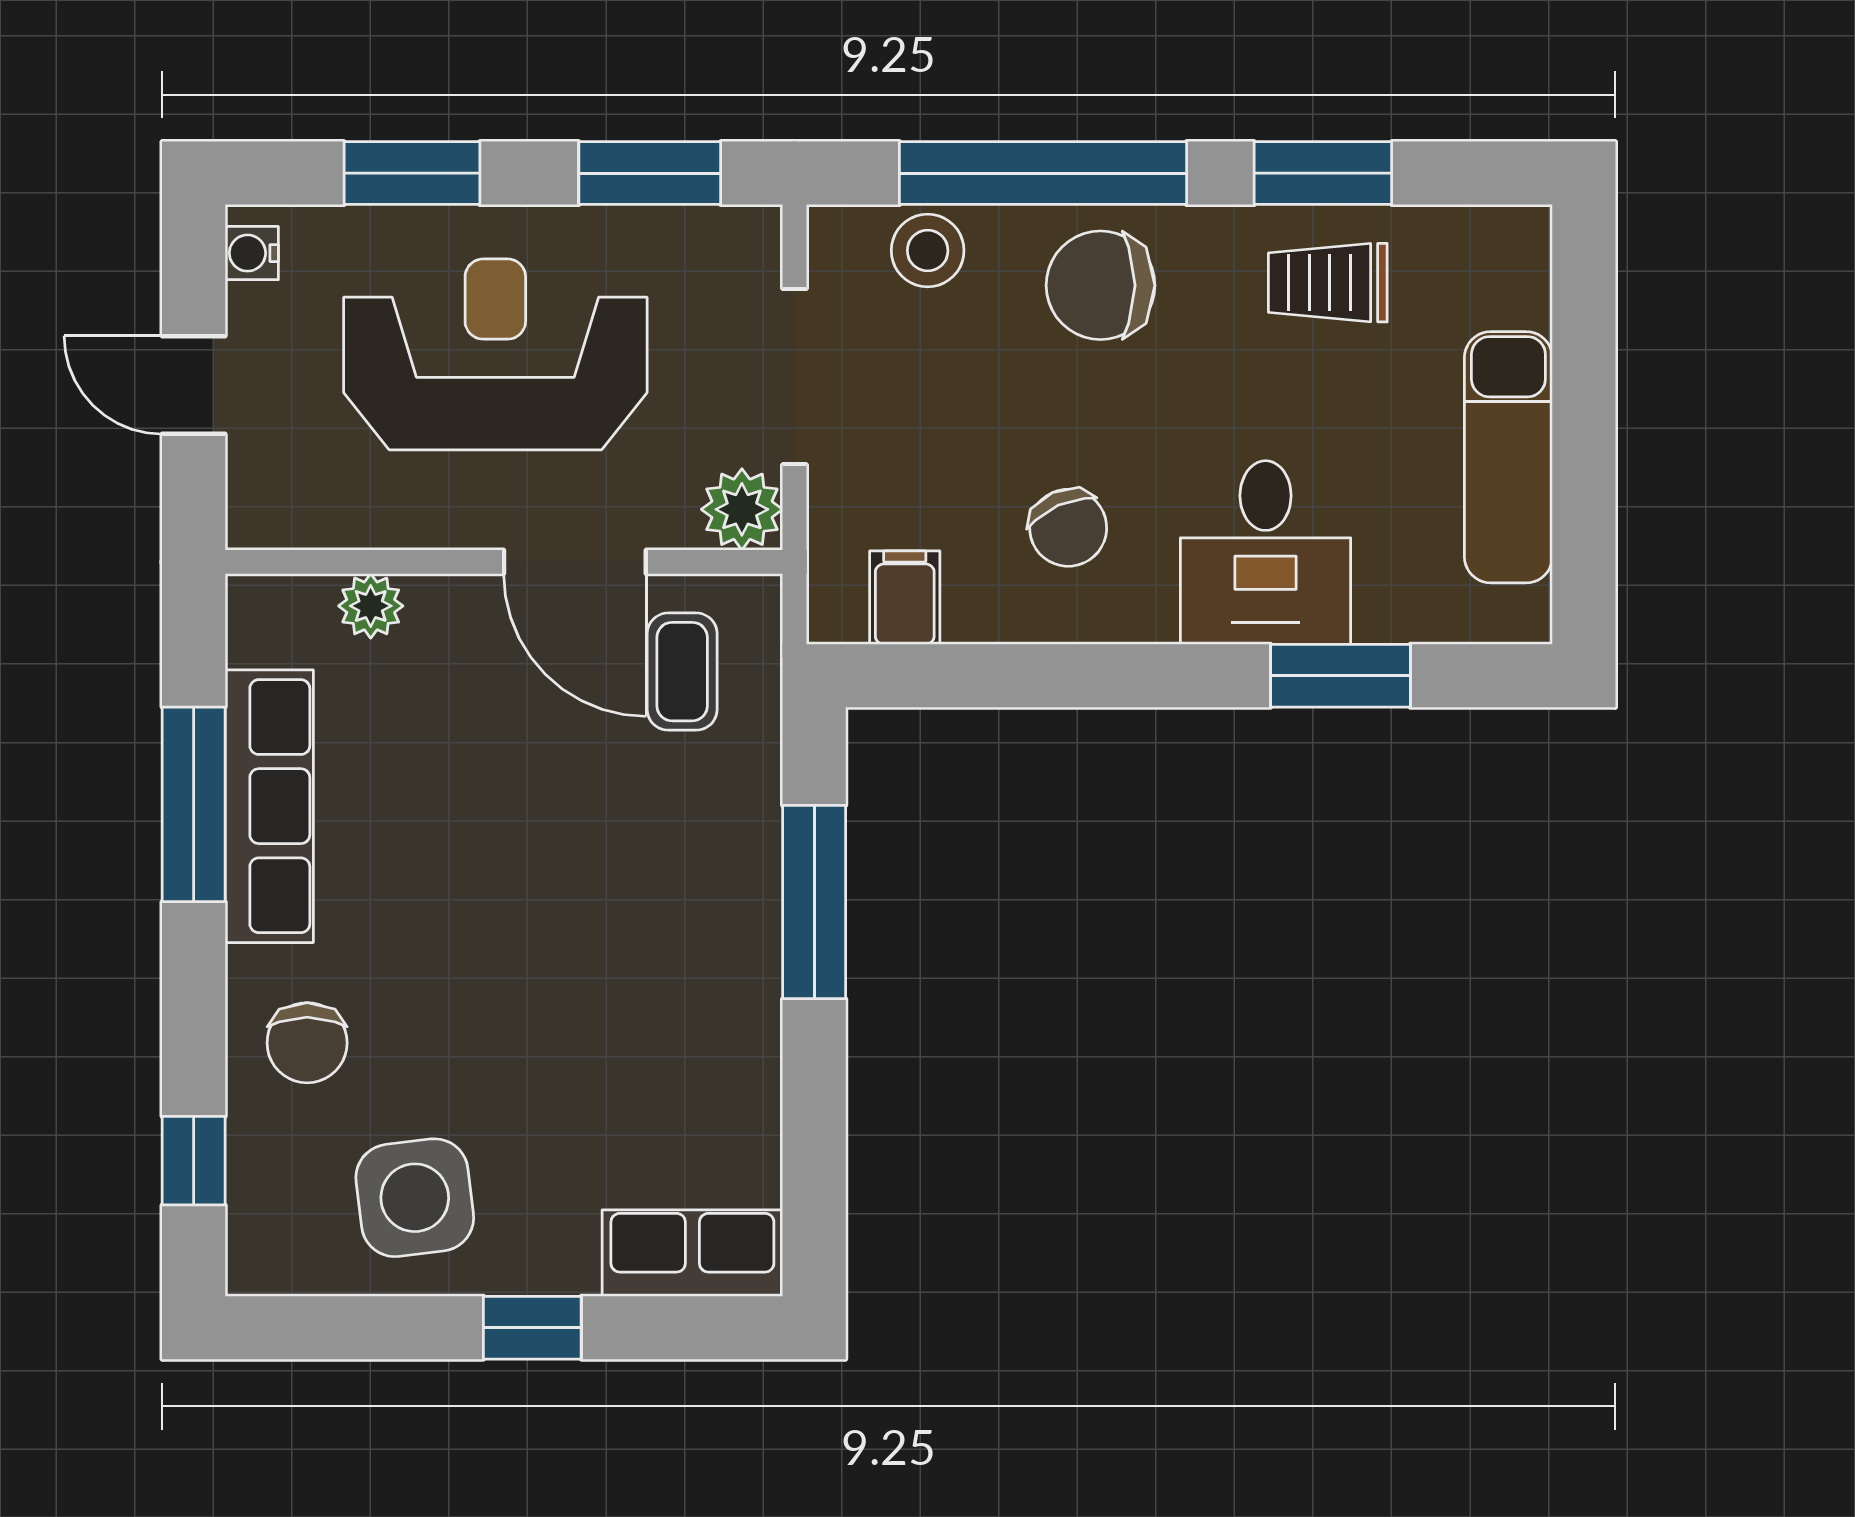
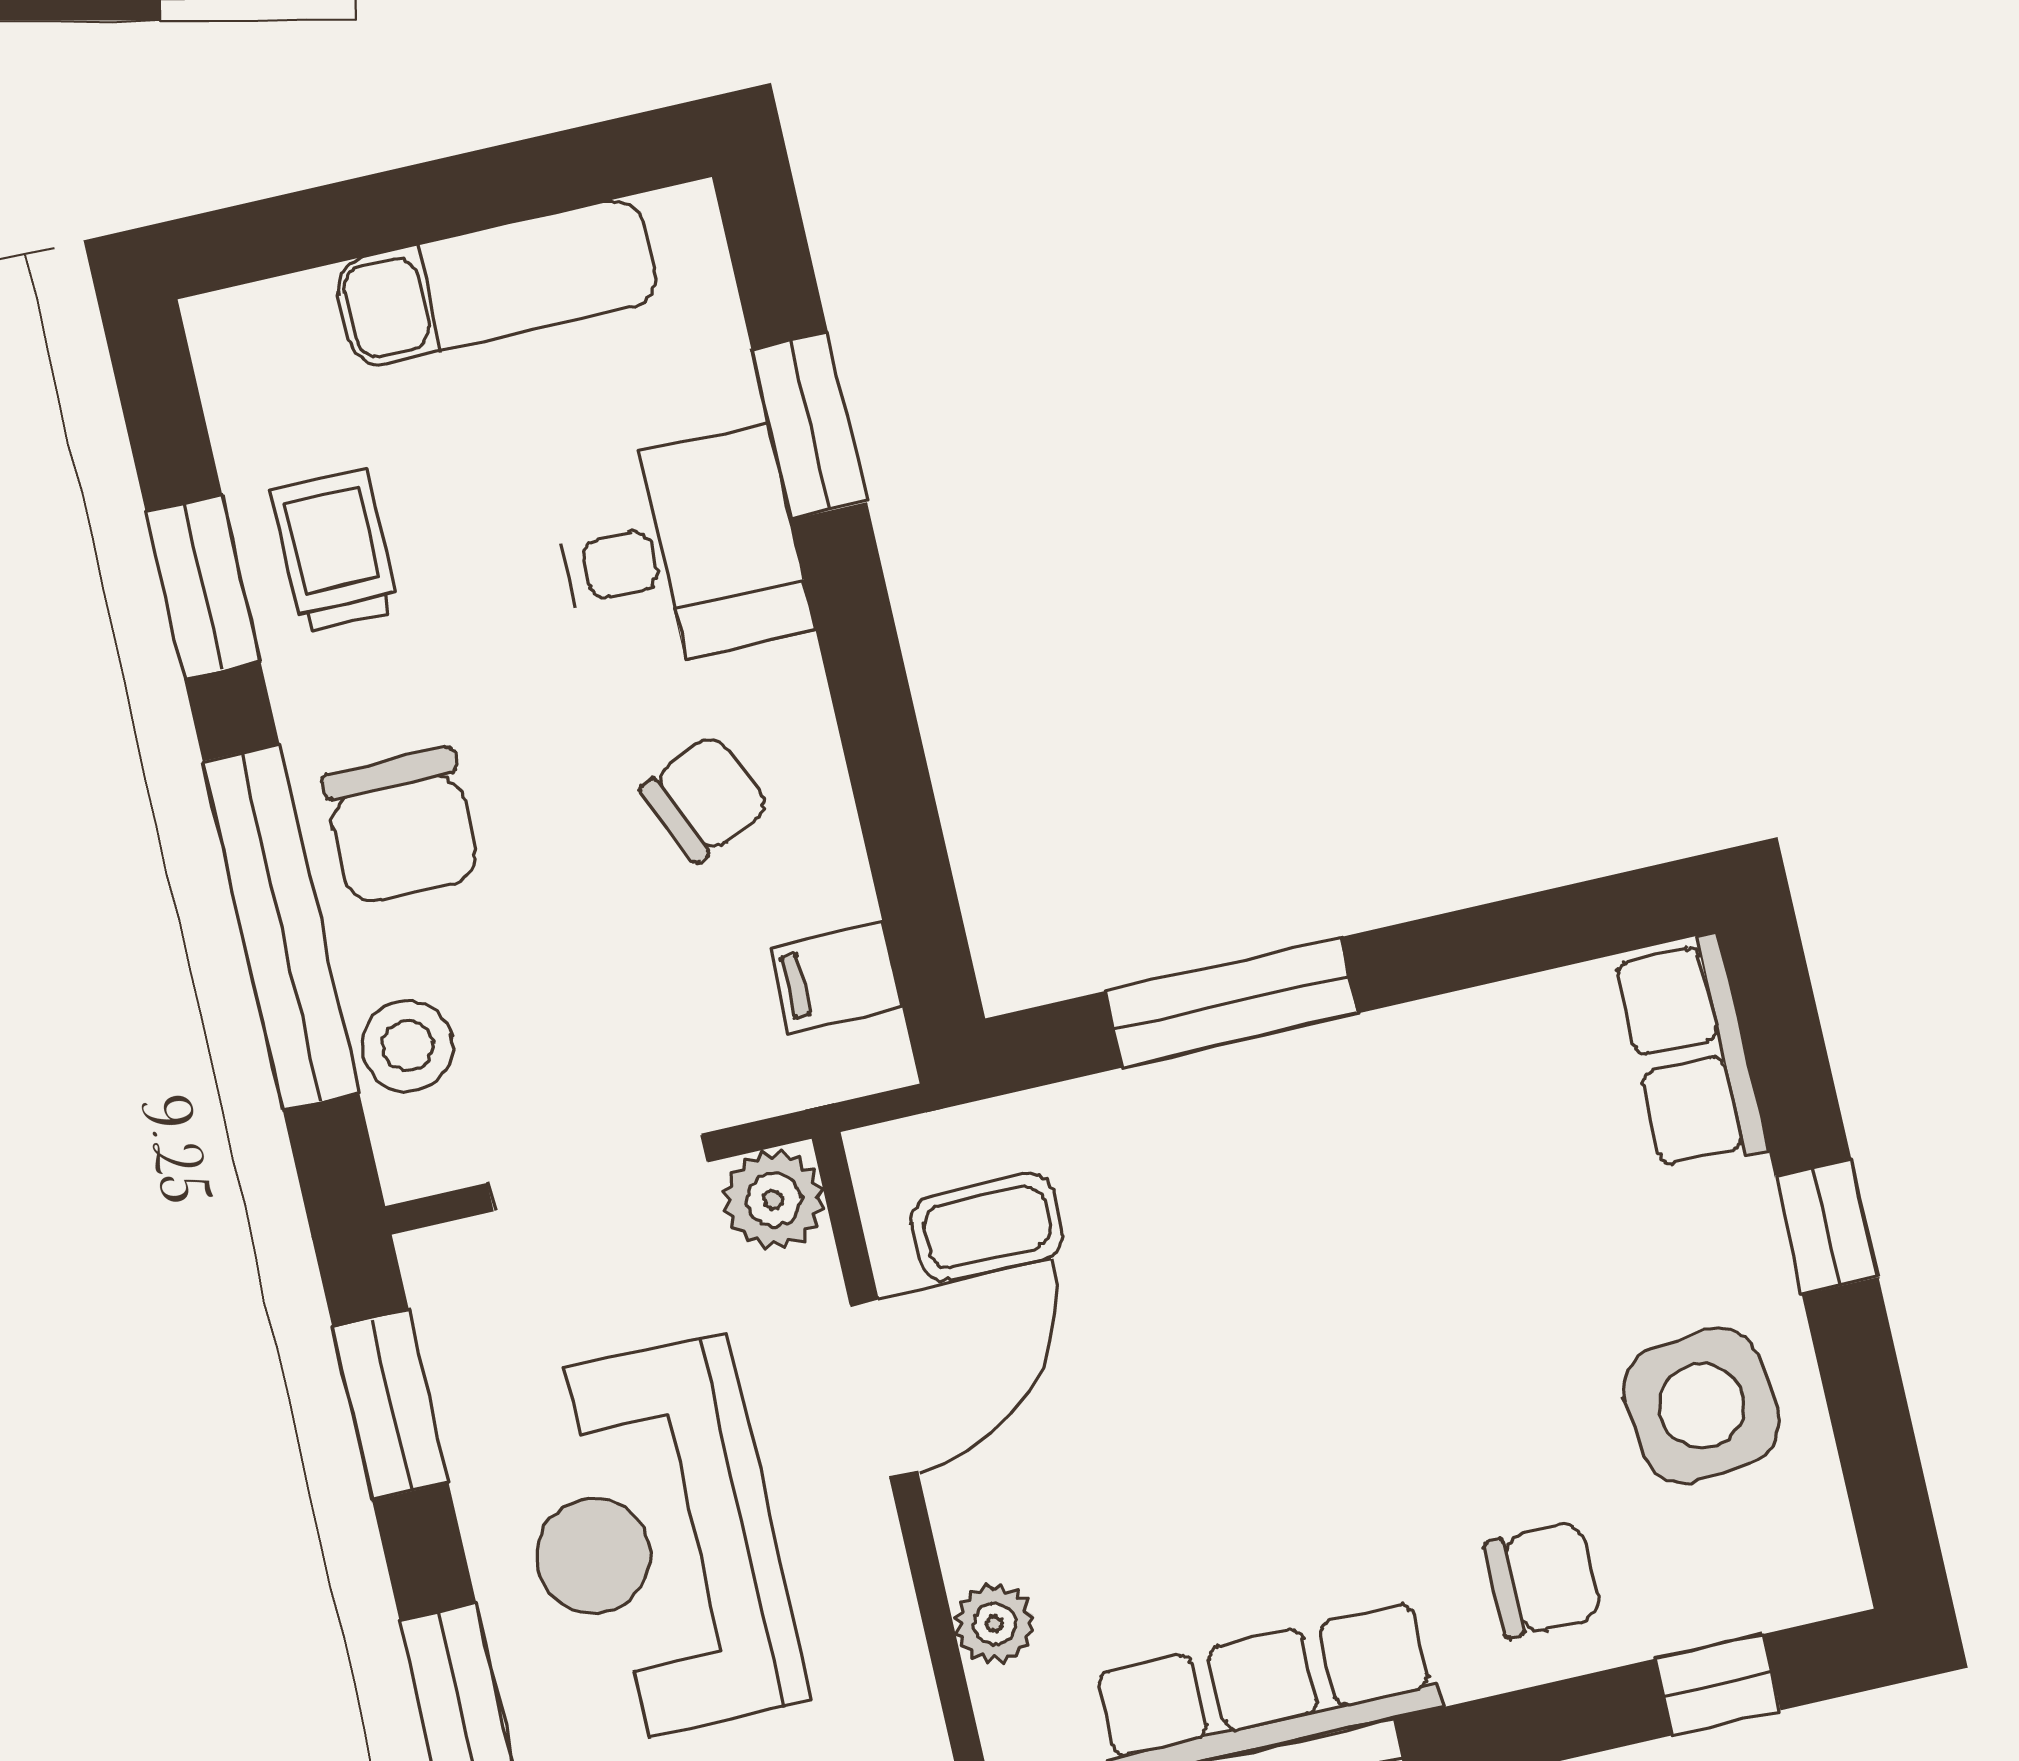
trolley: (1328, 283) -> (335, 551), turned 180

